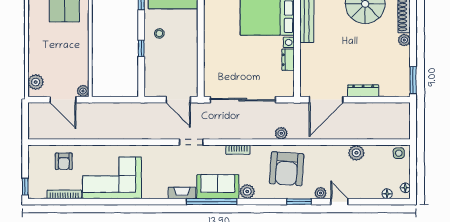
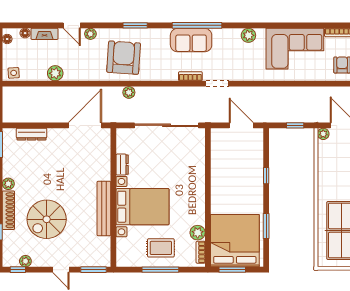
stool: (159, 33) -> (248, 190), removed
dresser: (363, 91) -> (32, 134), moved
window: (112, 100) -> (295, 125), added
door: (178, 100) -> (241, 125), moved
bookcase: (238, 150) -> (190, 76), moved
plant: (247, 191) -> (248, 35), moved
fireplace: (182, 193) -> (45, 34), moved
window: (299, 202) -> (135, 25), moved

